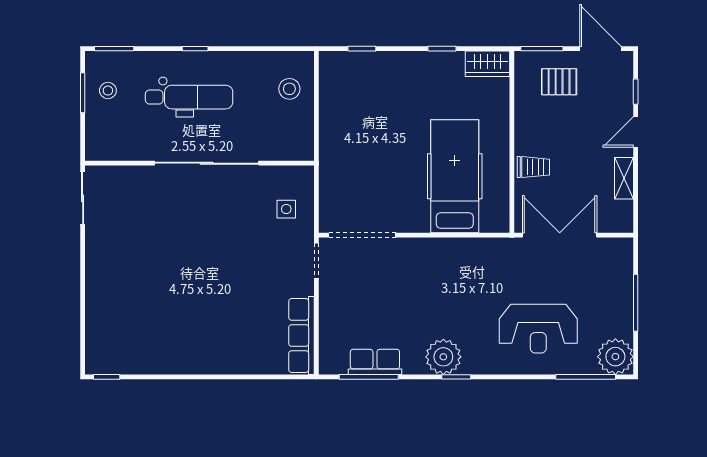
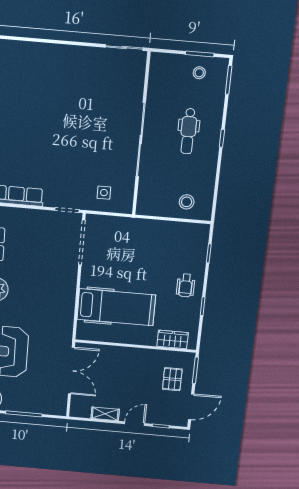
wardrobe: (488, 64) -> (173, 339), moved, turned 90
wheelchair: (413, 77) -> (186, 285), added
dental chair: (189, 97) -> (188, 131), width x0.73, depth x0.72
door: (636, 132) -> (135, 424), hinge flipped
trolley: (533, 167) -> (118, 358), removed

